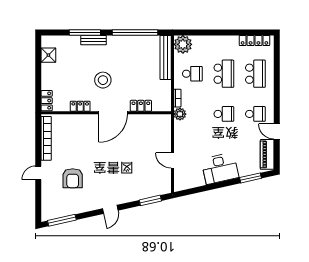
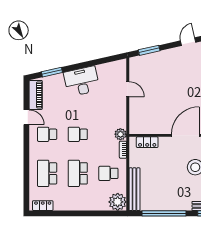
locker: (254, 41) -> (43, 206), width x0.66
locker: (141, 106) -> (147, 142), moved

